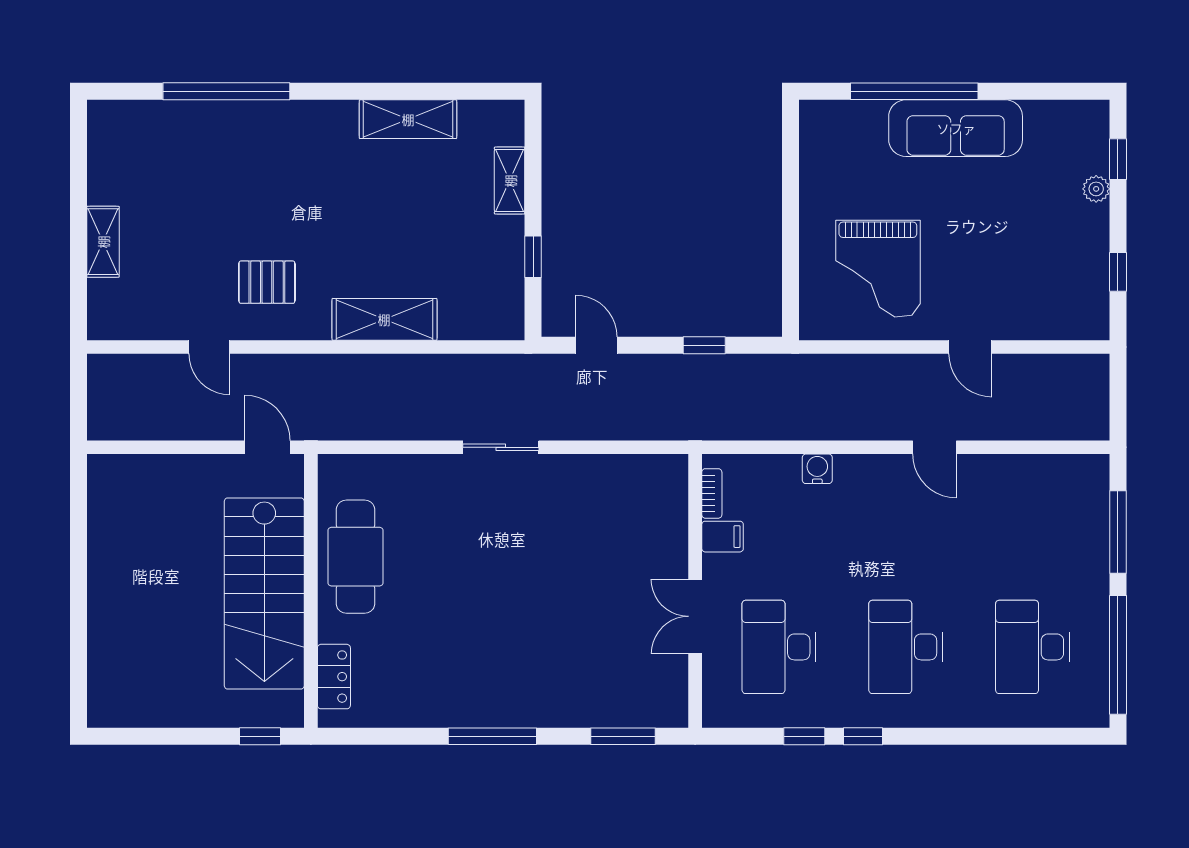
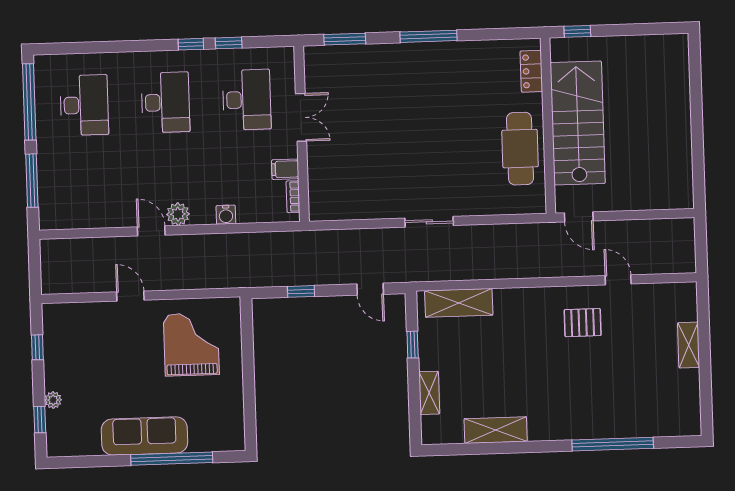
shelving: (384, 319) -> (459, 303), moved
plant: (892, 472) -> (178, 214), added

